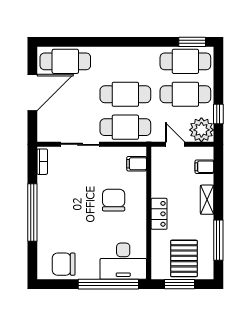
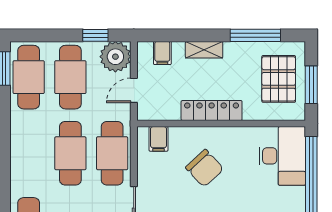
chair: (114, 200) -> (205, 168), turned -133
locker: (159, 214) -> (212, 111), width x1.53
pallet: (184, 258) -> (279, 79), turned 90

